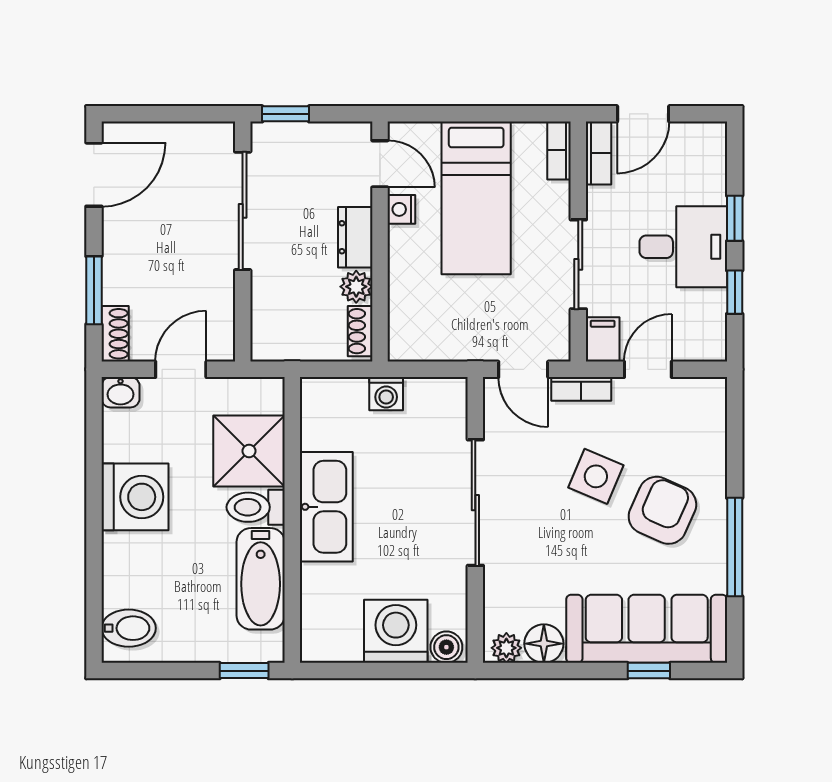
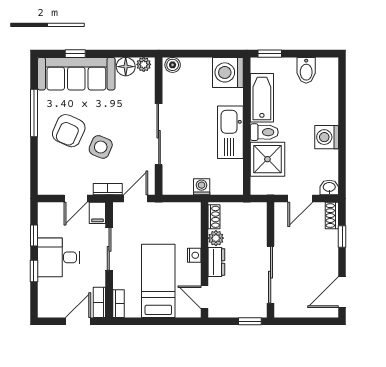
nightstand: (401, 209) -> (194, 255), moved
window: (94, 290) -> (342, 236), width x0.67
door: (523, 369) -> (136, 198), hinge flipped
washing machine: (135, 497) -> (327, 137), width x0.73, depth x0.73
bidet: (129, 628) -> (306, 70), moved, turned -90
washing machine: (396, 631) -> (228, 72), moved, turned 90

